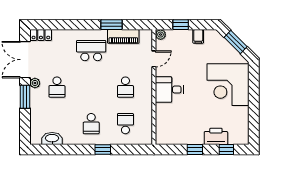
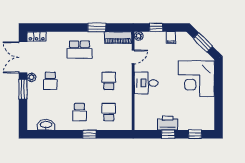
piano: (123, 36) -> (118, 38), moved
school desk: (91, 51) -> (79, 50), turned 180
school desk: (125, 87) -> (109, 81), turned 180
printer: (216, 136) -> (168, 123), moved

